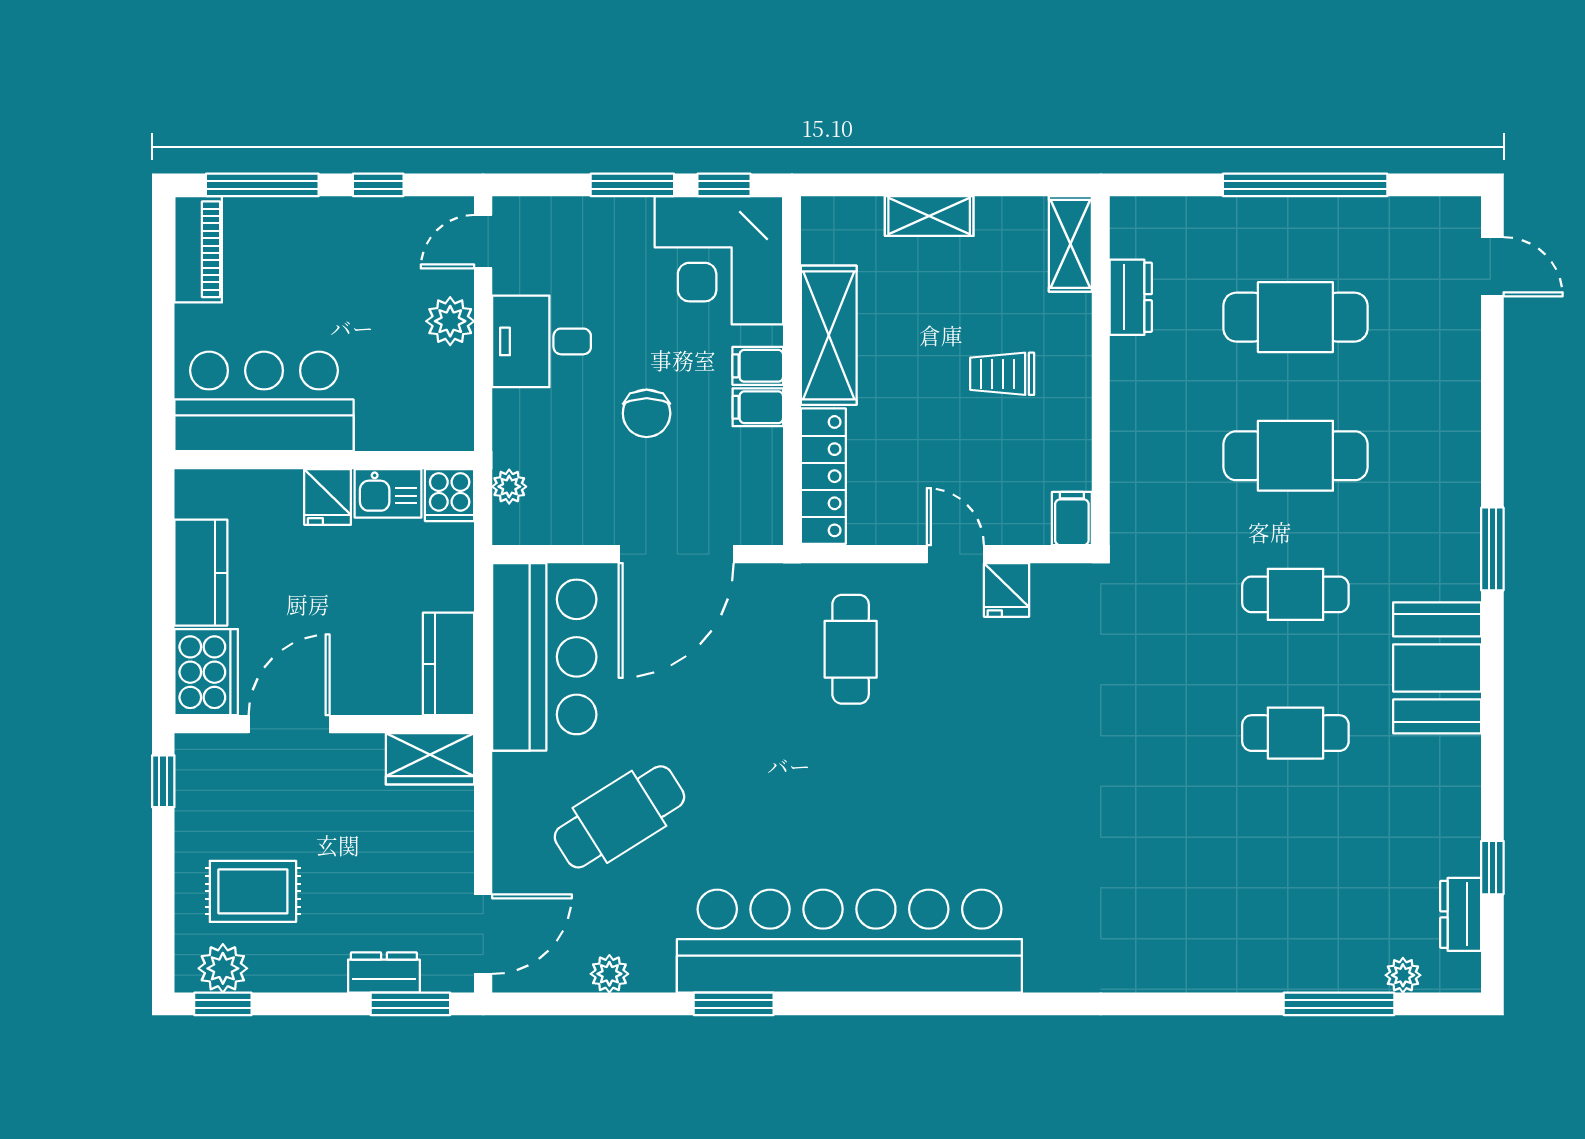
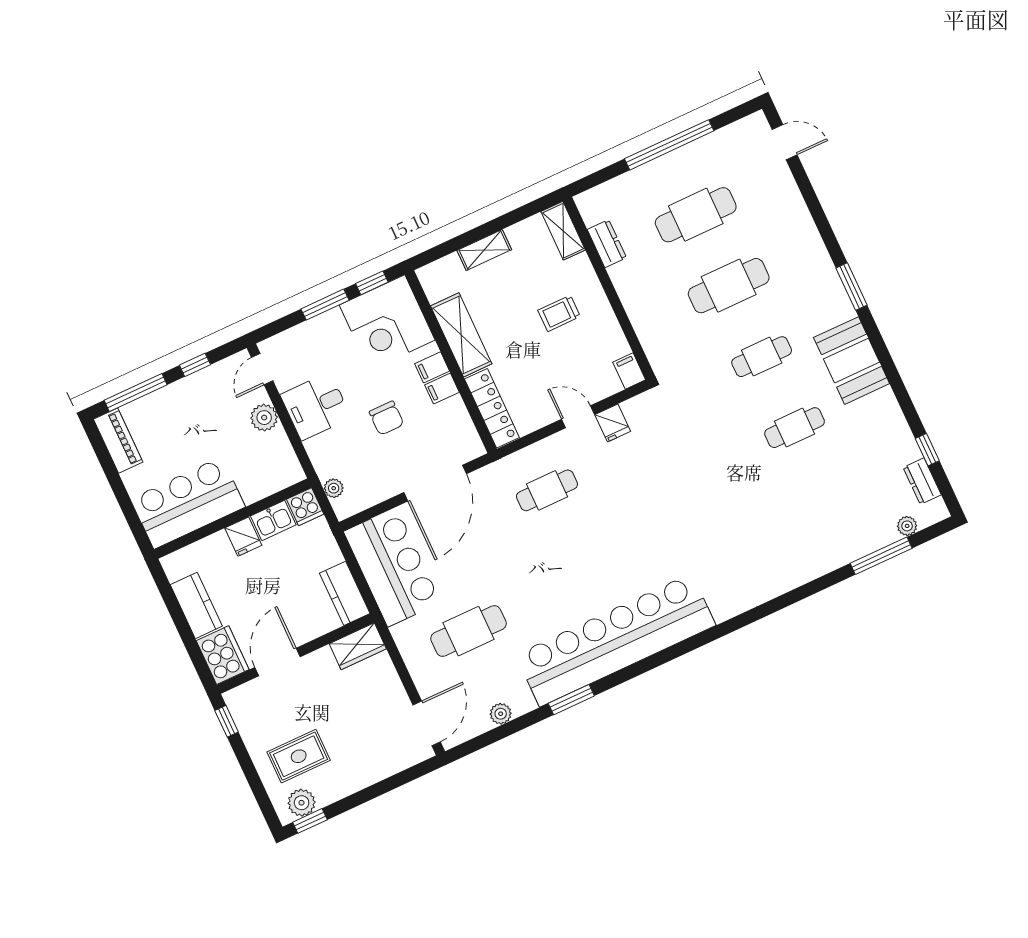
cafe table: (851, 649) -> (547, 490), turned 90
cafe table: (619, 817) -> (469, 631), turned 32
dresser: (384, 972) -> (385, 767), removed
window: (410, 1004) -> (406, 776), removed

